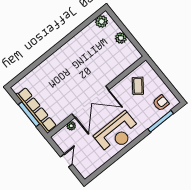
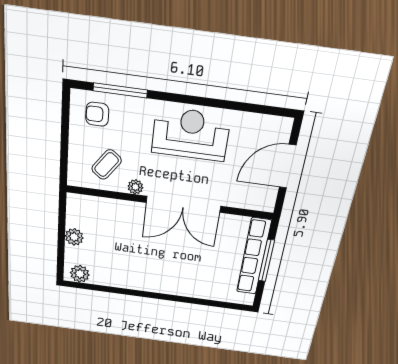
double door: (90, 102) -> (183, 204), swing flipped
plant: (71, 126) -> (135, 187), moved
door: (66, 160) -> (288, 166), width x1.87

